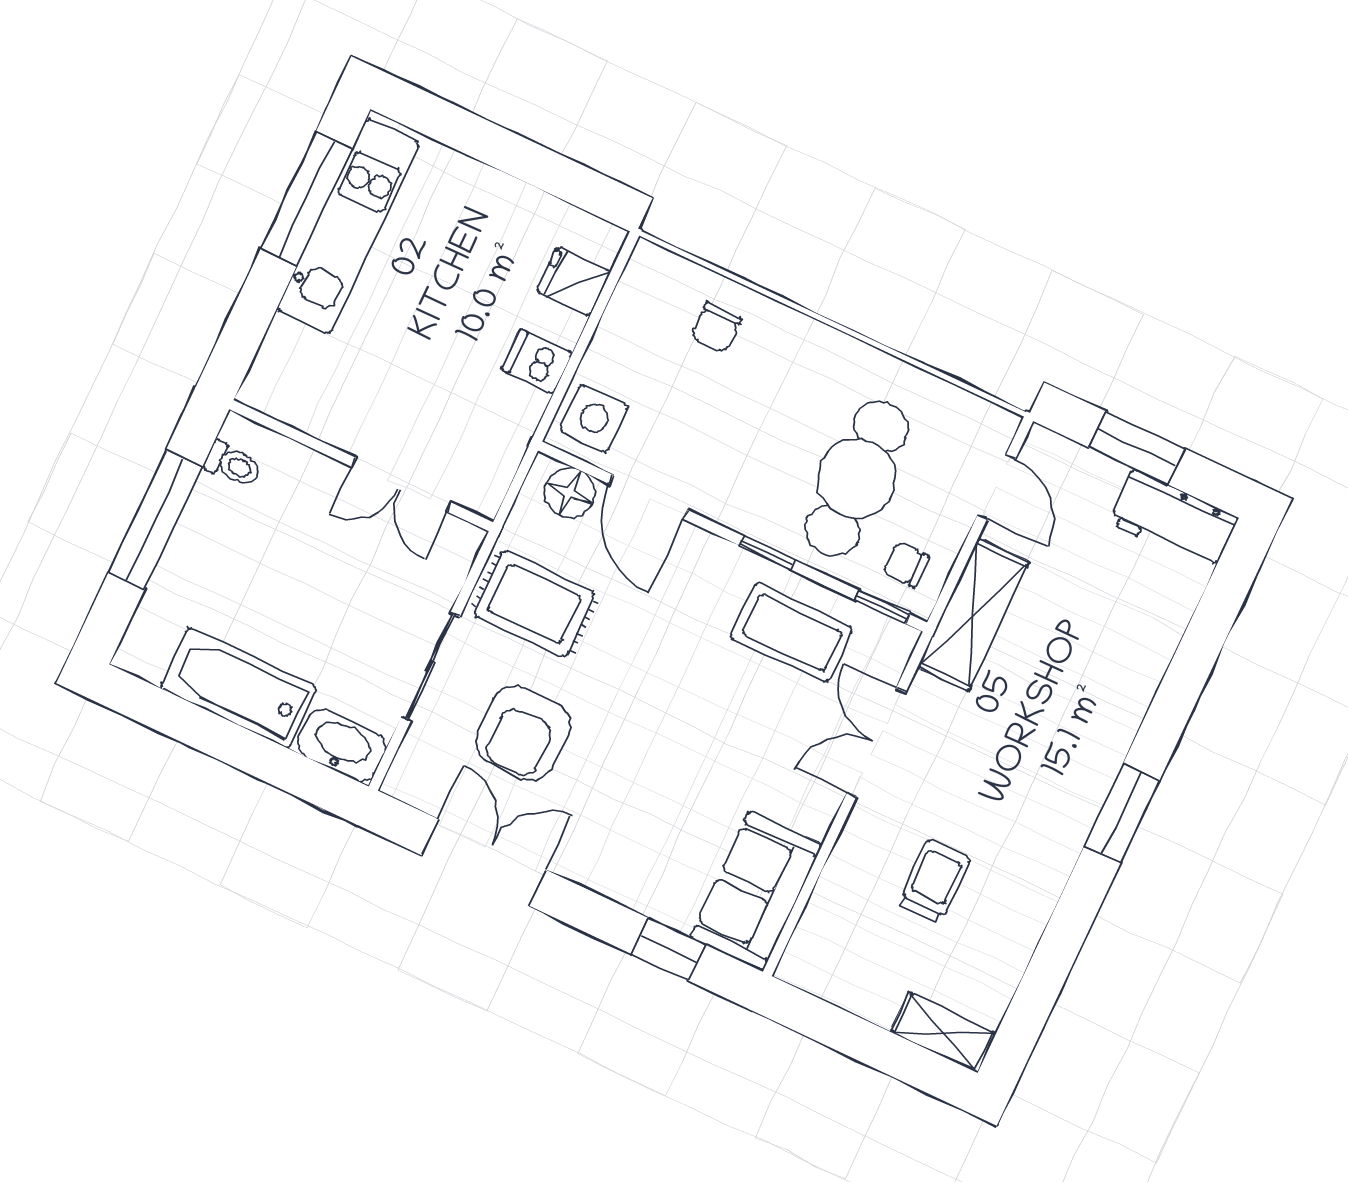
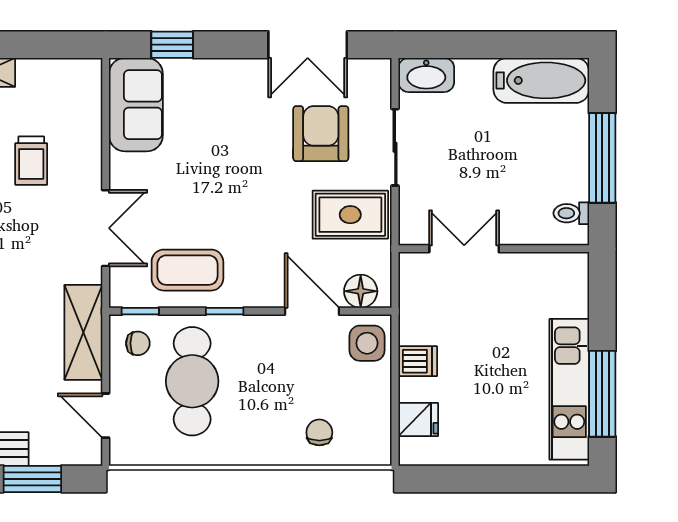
bathtub: (238, 688) -> (541, 80), moved

